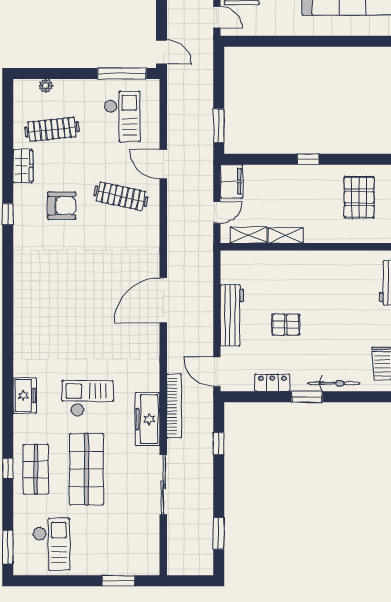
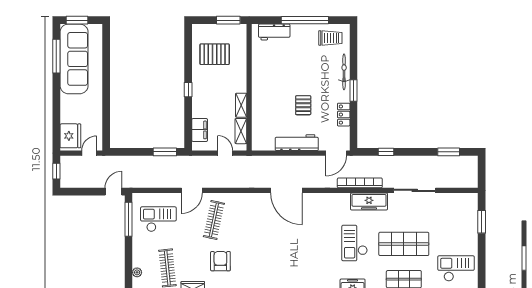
filing cabinet: (232, 181) -> (200, 130), moved, turned 90

